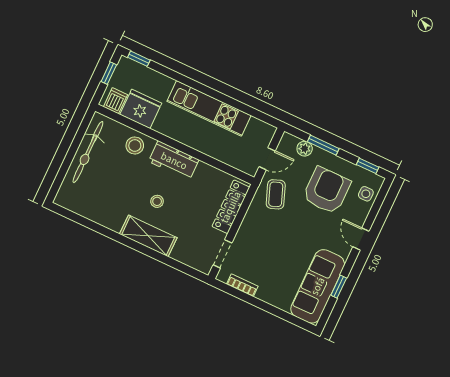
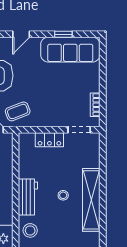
locker: (231, 207) -> (49, 140), width x0.66
shelving: (148, 236) -> (91, 200), width x1.47

